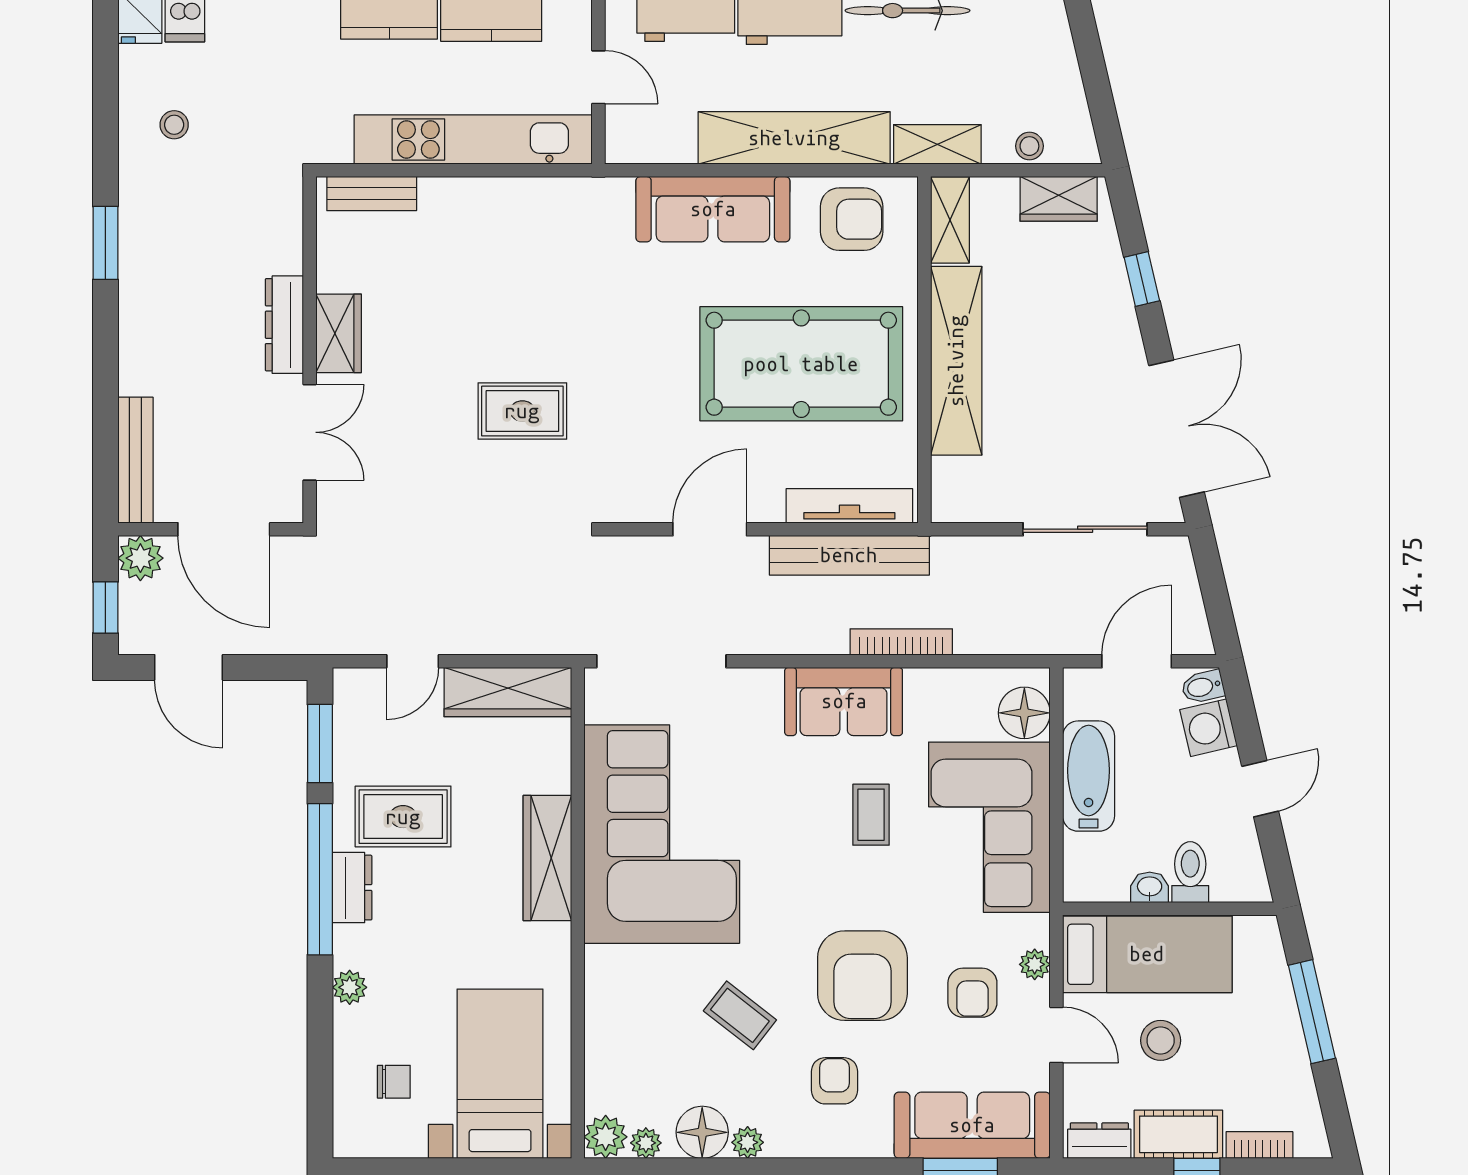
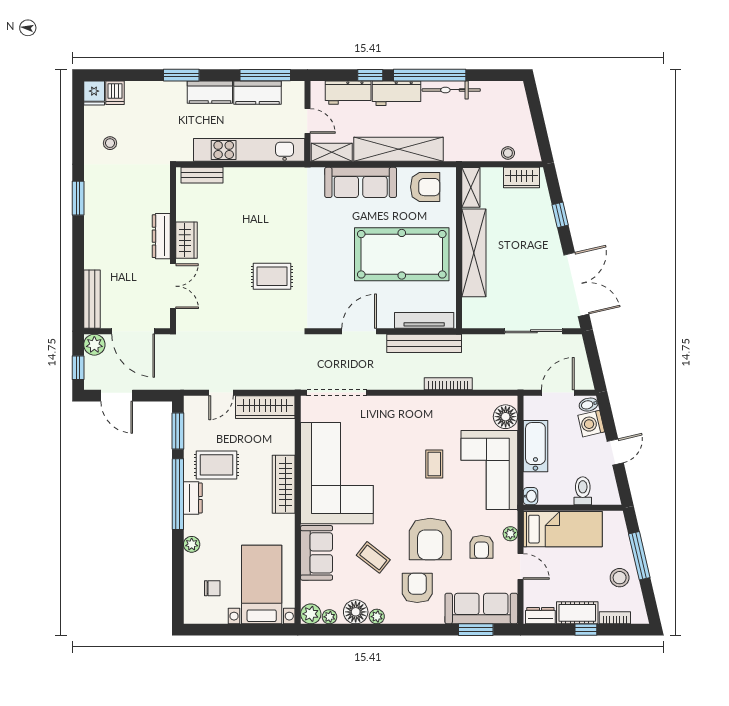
shelving: (937, 144) -> (332, 152), moved
sofa: (844, 701) -> (317, 553), moved, turned -90
washbasin: (1150, 887) -> (530, 496), moved, turned 90
stool: (1161, 1040) -> (620, 578), moved
armchair: (834, 1081) -> (417, 588), width x1.38, depth x1.38

